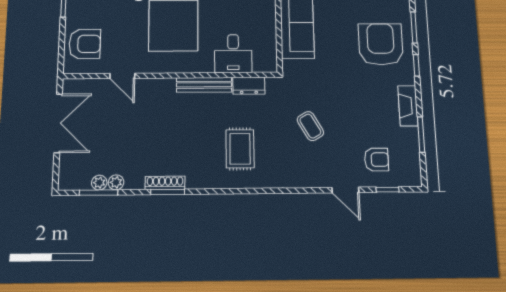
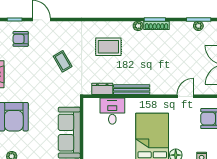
door: (122, 76) -> (185, 96), hinge flipped
rug: (240, 149) -> (108, 47), turned 90
plant: (116, 182) -> (138, 26), moved

